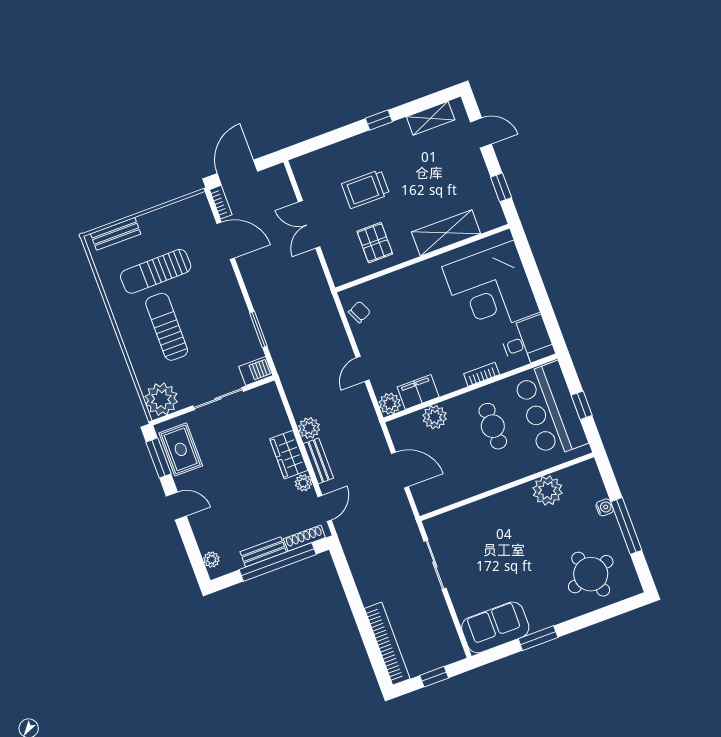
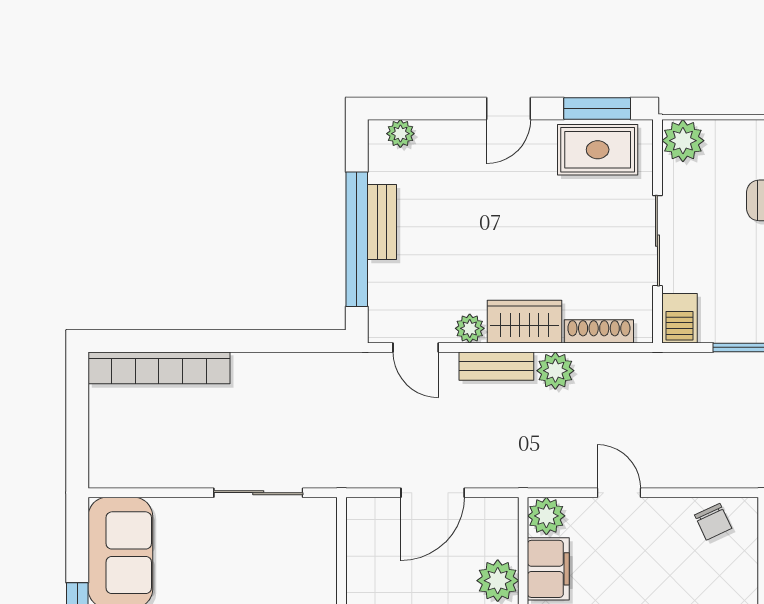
plant: (161, 399) -> (683, 141), width x0.73, depth x0.73
shoe rack: (304, 538) -> (599, 331), moved, turned -90
window: (434, 677) -> (77, 424), removed

